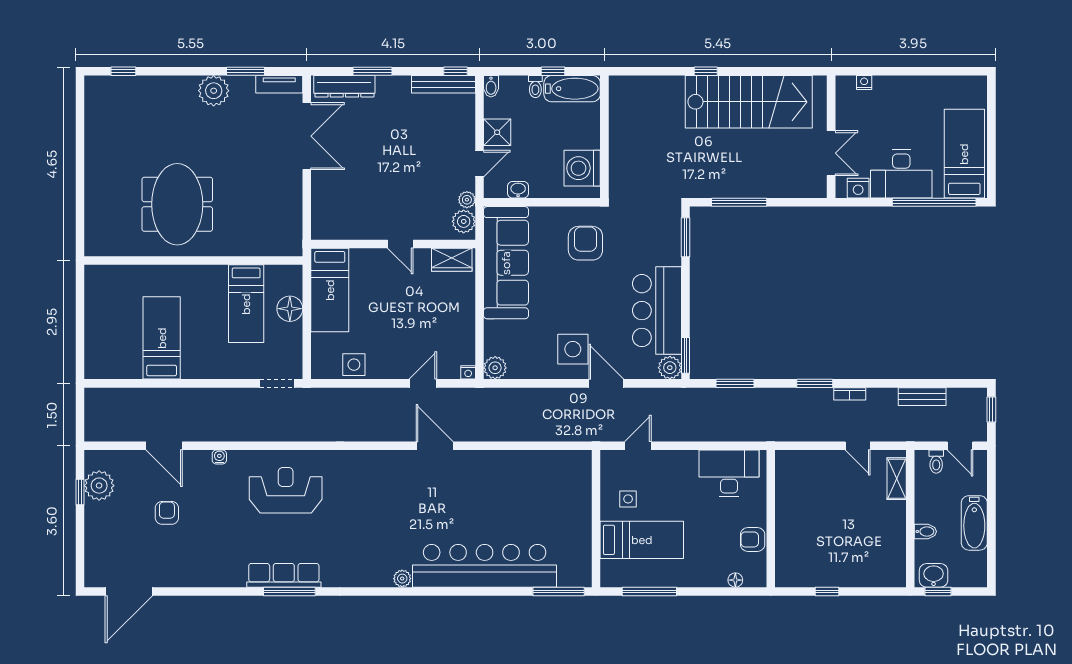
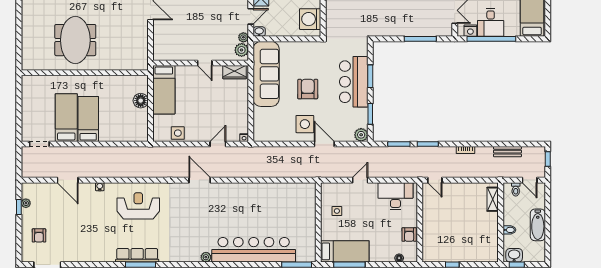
desk: (901, 174) -> (491, 22), width x0.73
washbasin: (518, 190) -> (259, 32), moved
window: (739, 202) -> (420, 39), moved
window: (934, 202) -> (491, 39), moved
window: (686, 237) -> (370, 76), moved
armchair: (585, 243) -> (308, 89), moved
bed: (246, 304) -> (88, 119), moved, turned 180
bar counter: (657, 311) -> (354, 82), moved
window: (686, 355) -> (370, 114), moved
plant: (495, 368) -> (260, 135), removed
doorway: (277, 383) -> (39, 144), moved
window: (815, 383) -> (428, 144), moved
door: (435, 446) -> (200, 180), moved
door: (638, 446) -> (360, 180), moved
door: (858, 446) -> (435, 180), moved
plant: (99, 486) -> (26, 203), width x0.53, depth x0.53
armchair: (167, 513) -> (39, 235), moved, turned 180
armchair: (753, 539) -> (409, 235), turned -90
bed: (642, 540) -> (345, 251), moved

